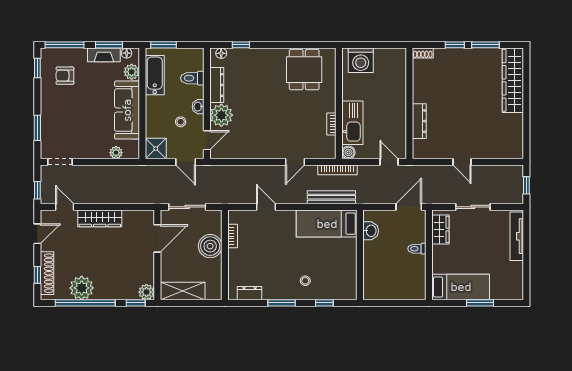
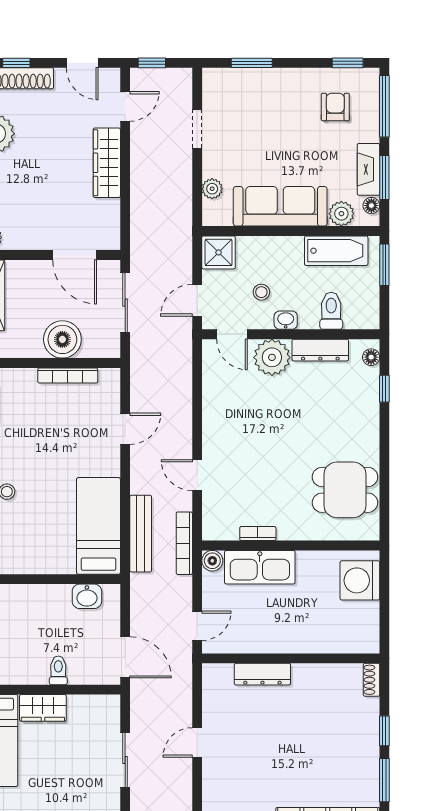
doorway: (60, 162) -> (197, 129), moved
wardrobe: (440, 230) -> (43, 708), moved
bookcase: (233, 236) -> (68, 375), width x1.56

